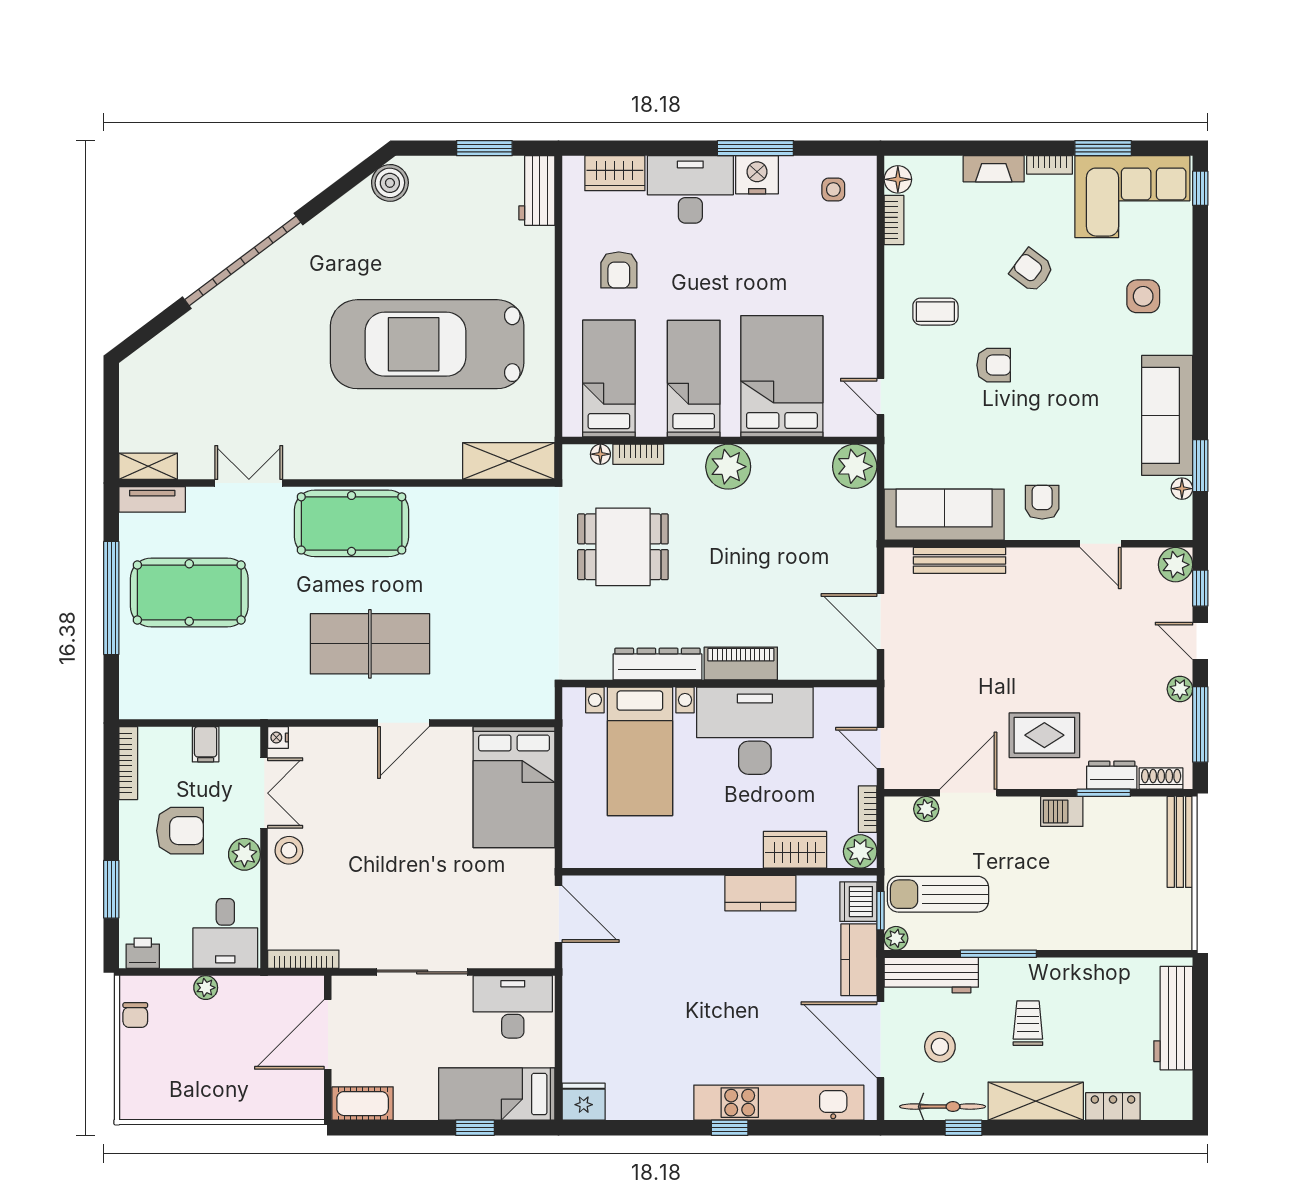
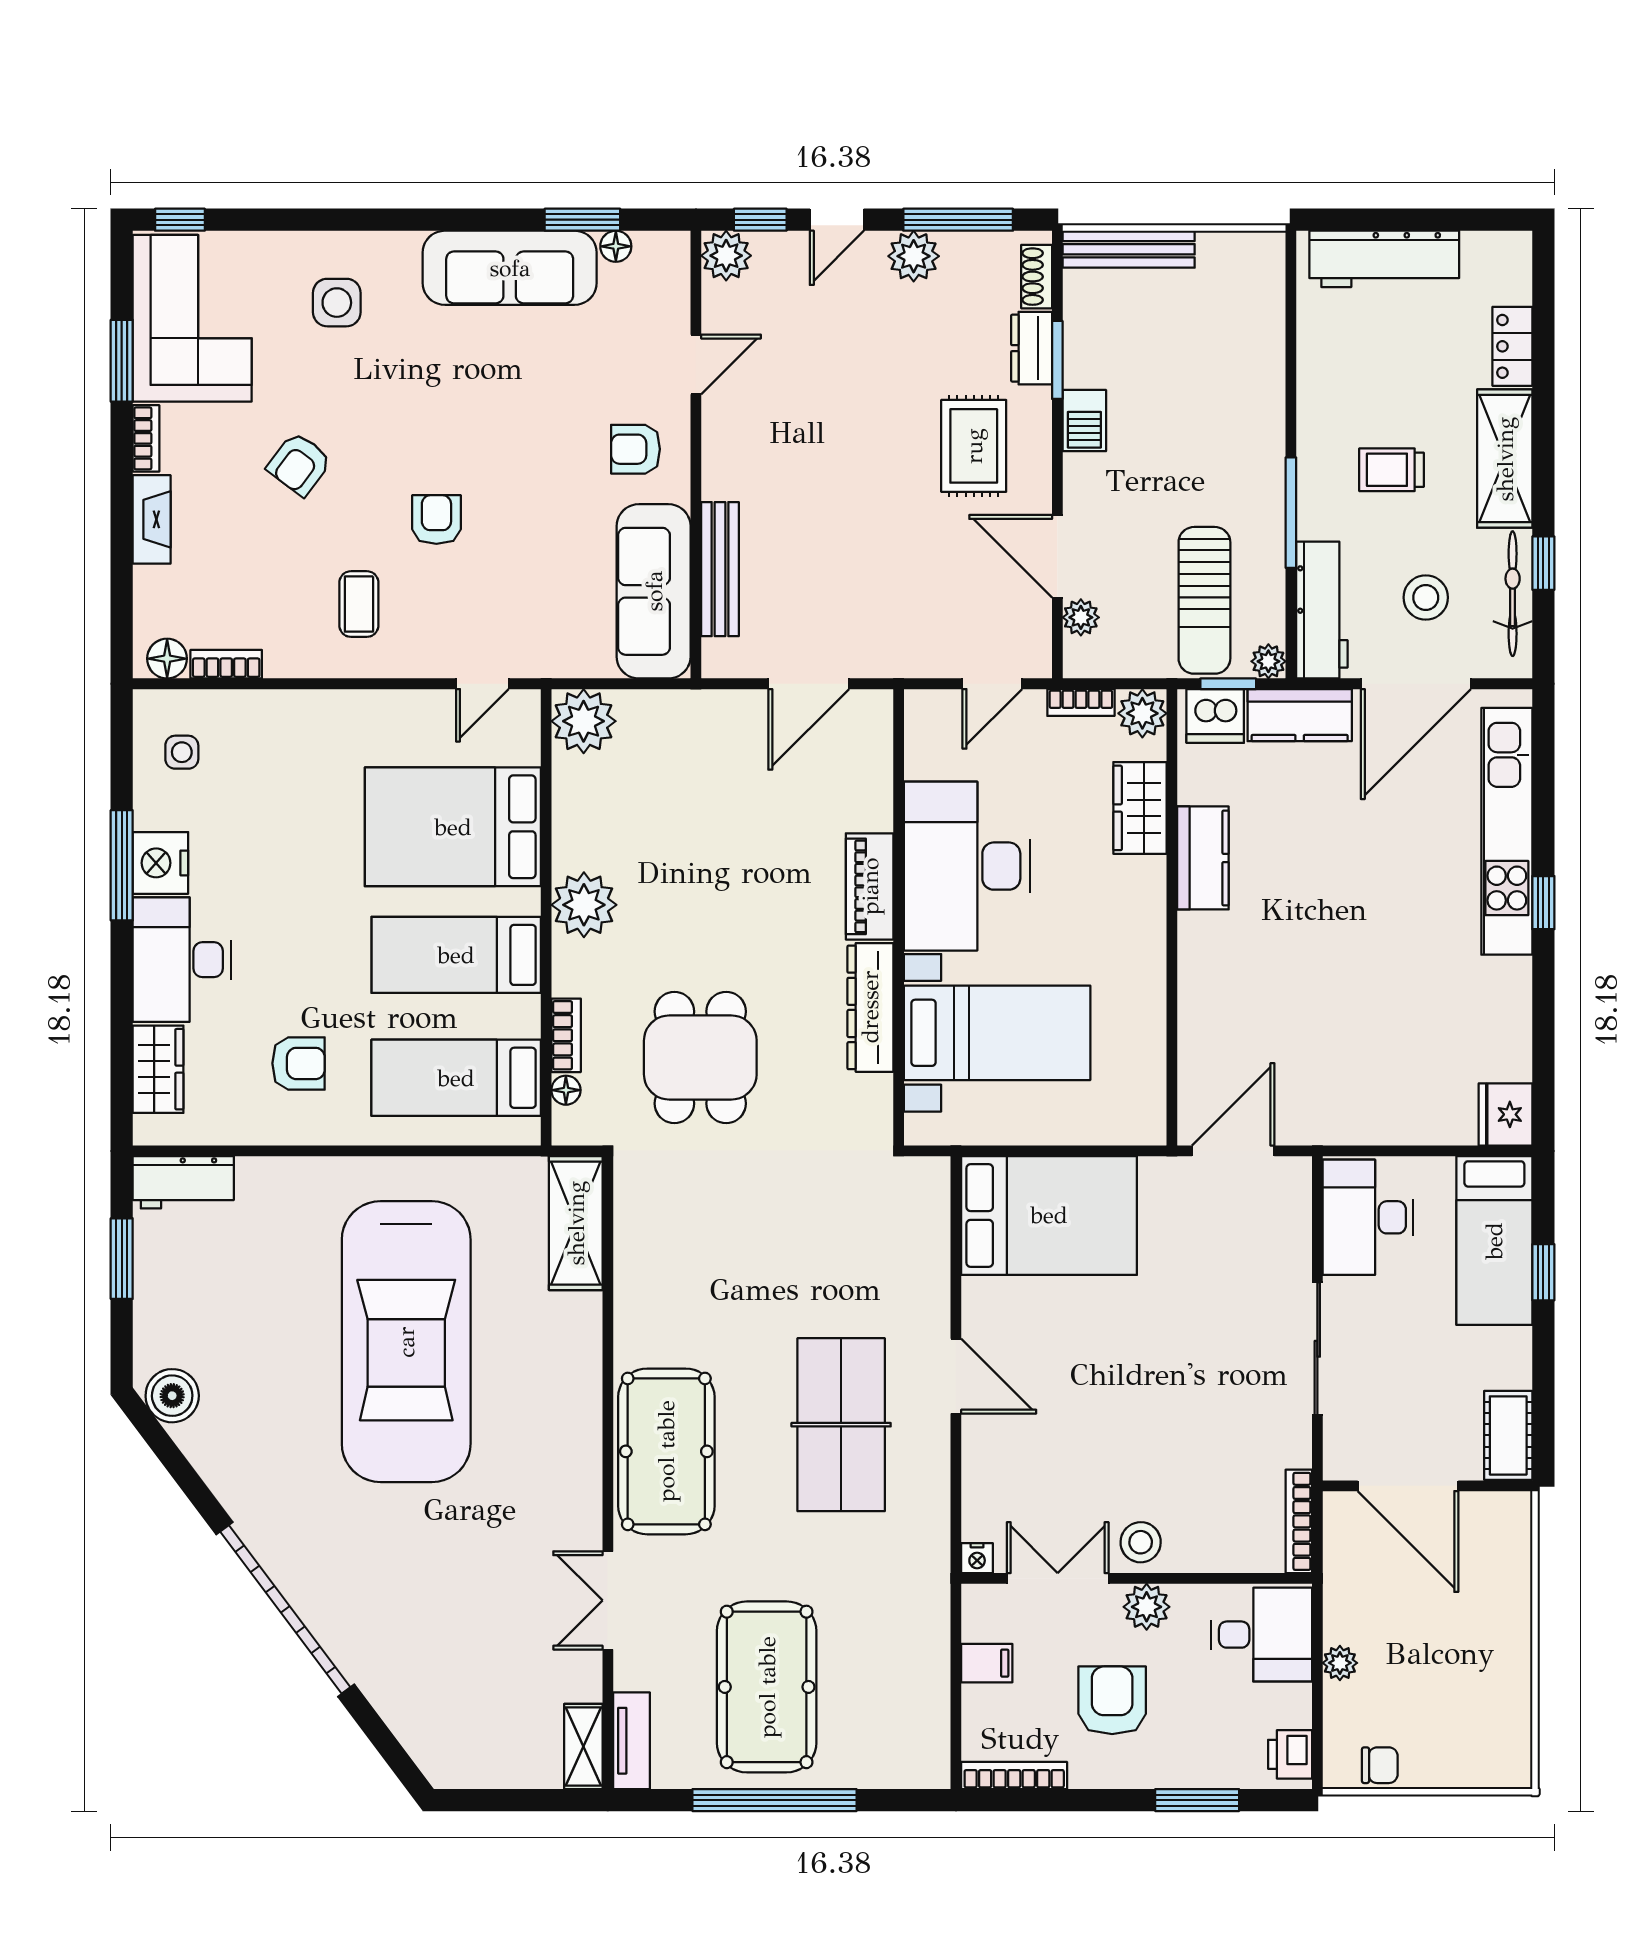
plant: (1180, 689) -> (914, 256), width x1.38, depth x1.38

